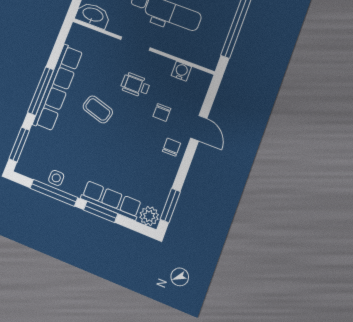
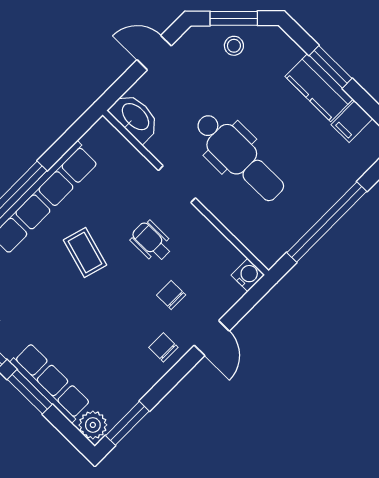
water cooler: (181, 71) -> (248, 275), moved
chair: (162, 112) -> (171, 295), turned 90
chair: (171, 147) -> (163, 347), turned -90

